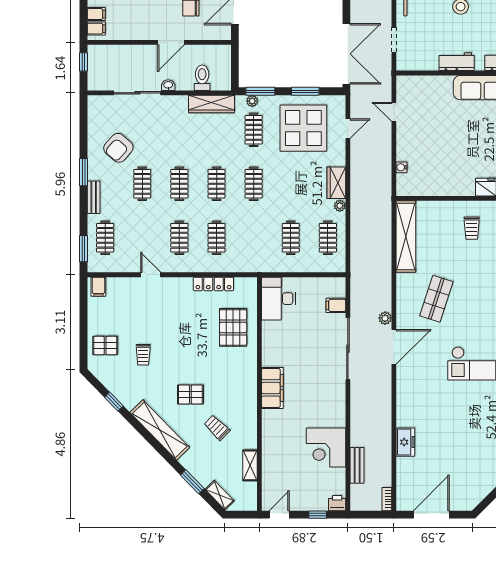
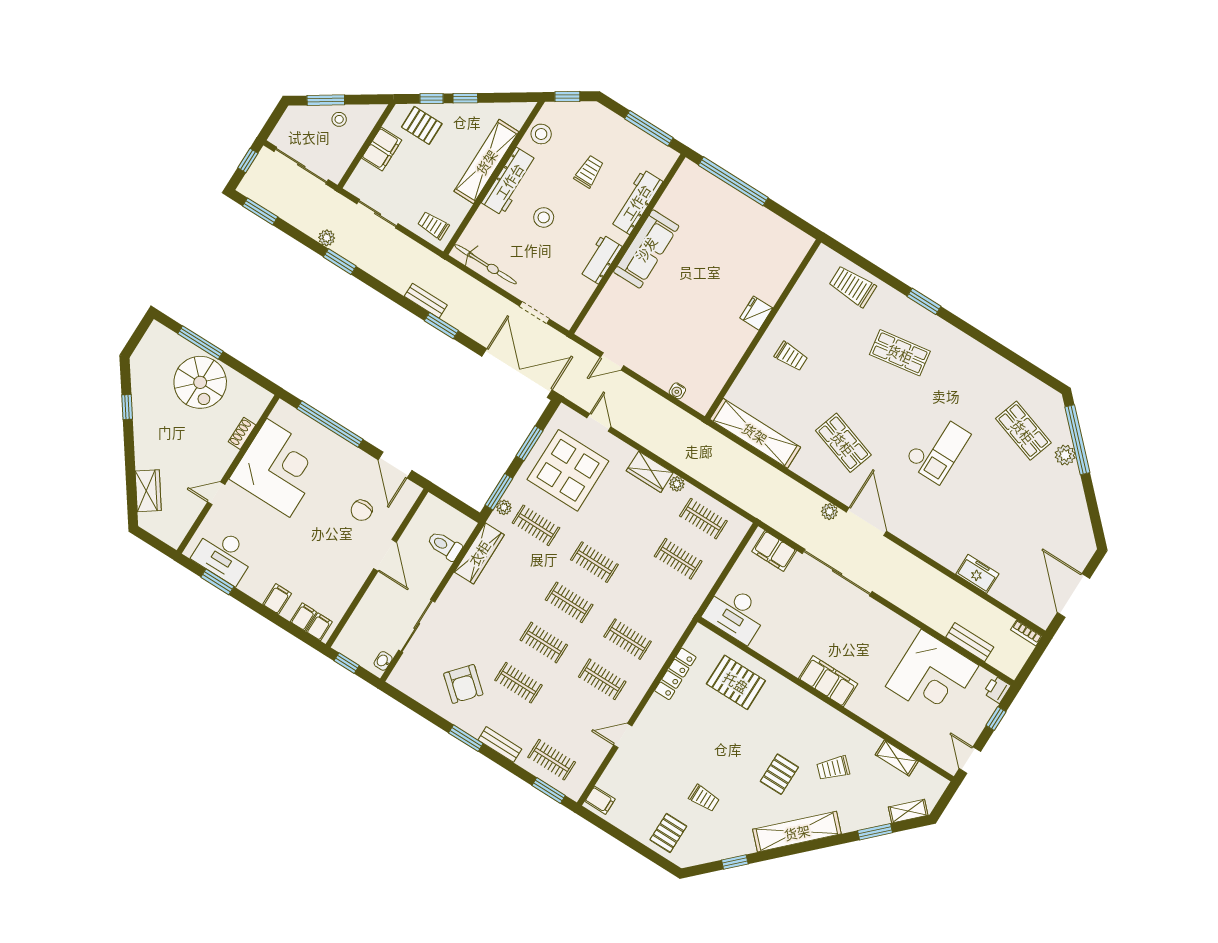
washbasin: (168, 85) -> (383, 661), moved
filing cabinet: (336, 305) -> (774, 551), width x2.00
corner desk: (326, 448) -> (932, 676), width x1.36, depth x1.36

